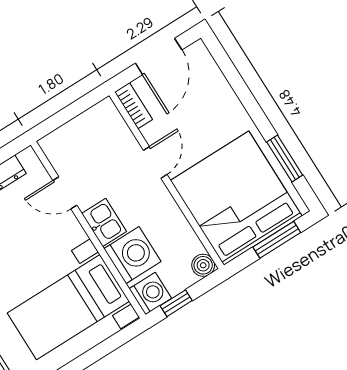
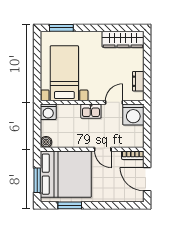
washing machine: (132, 255) -> (133, 115), moved
window: (176, 303) -> (37, 120), removed

